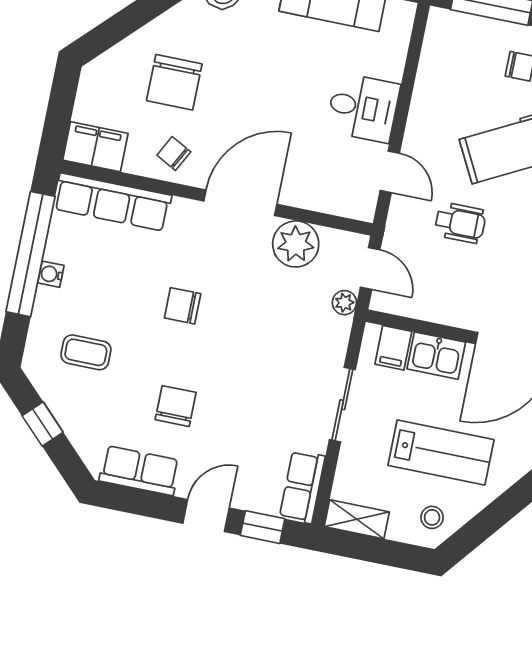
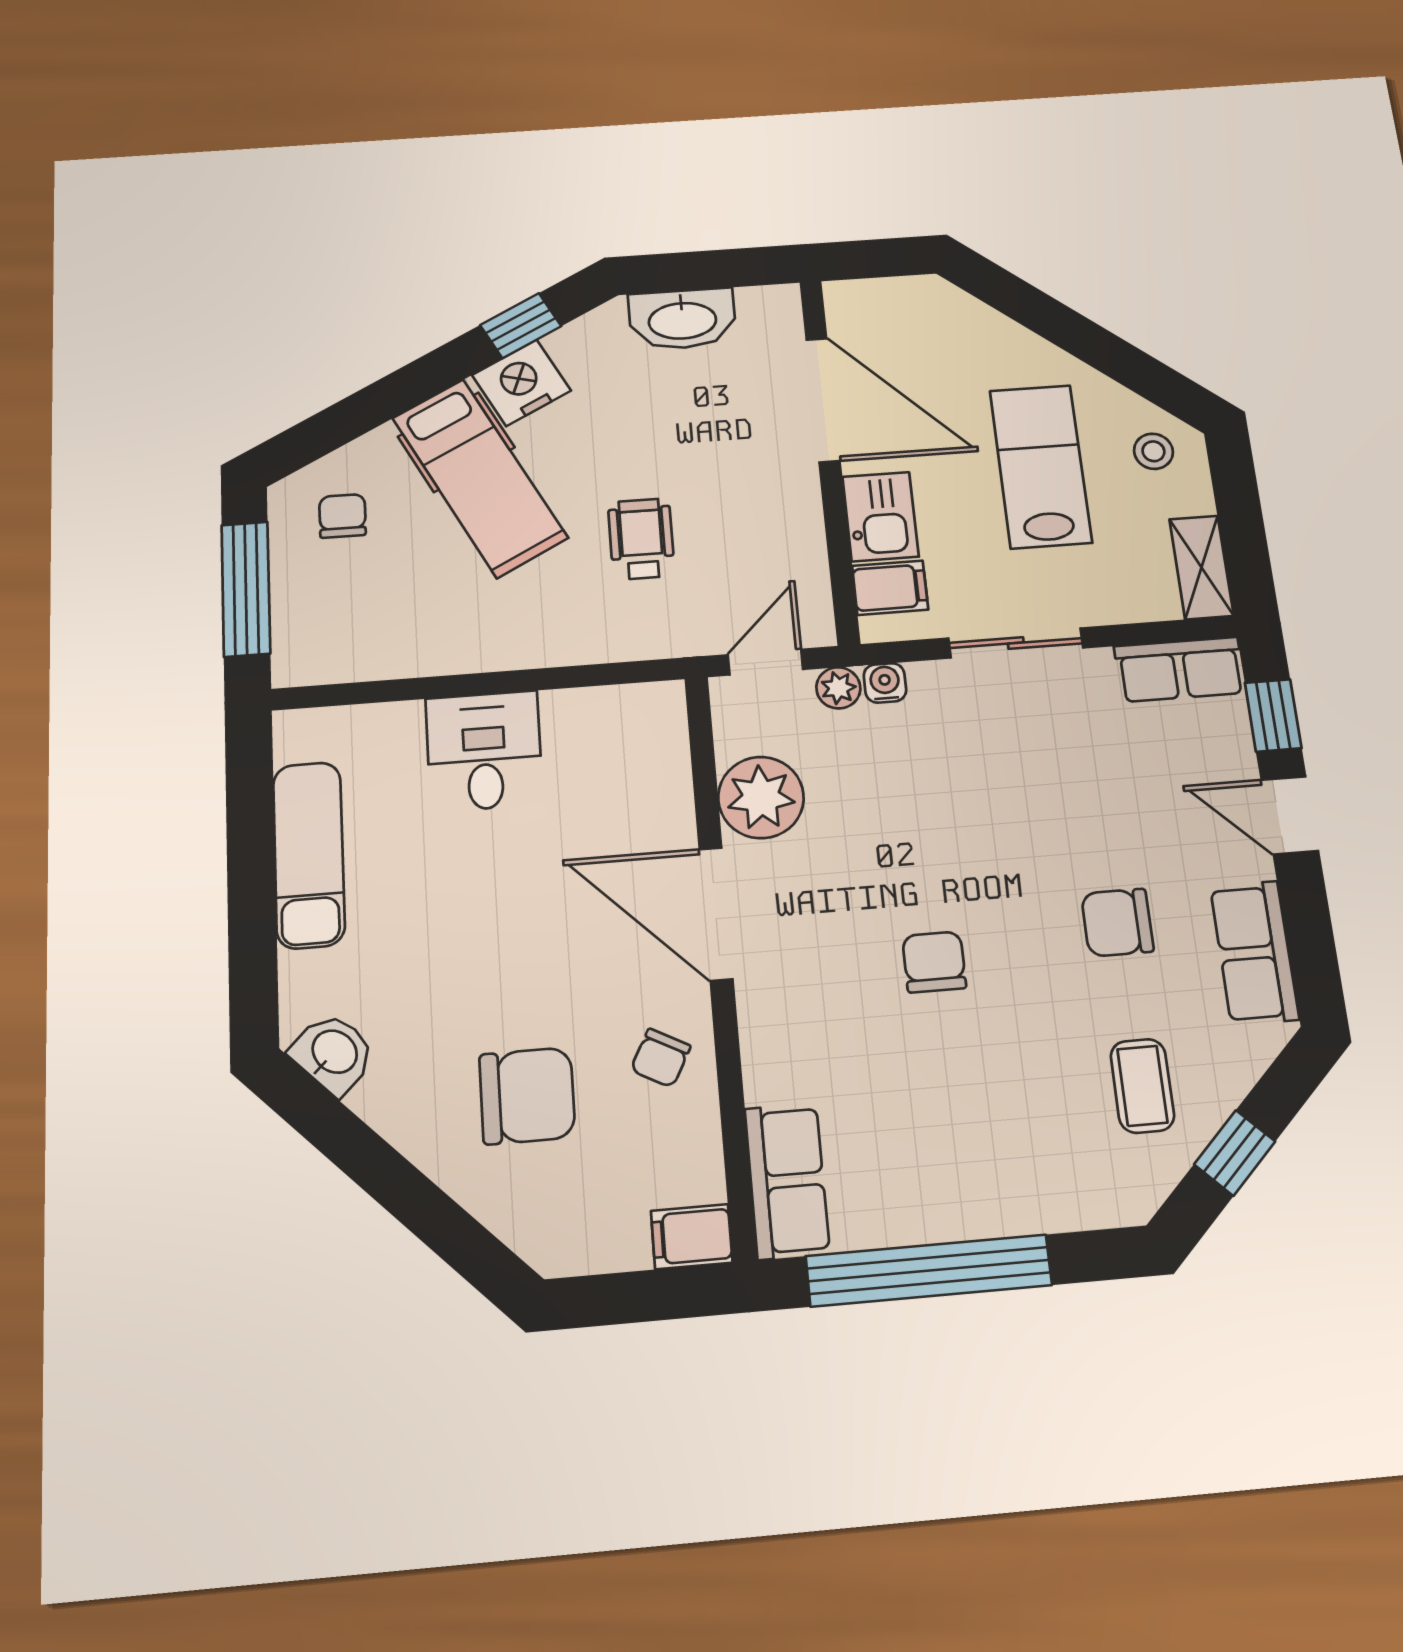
filing cabinet: (95, 147) -> (692, 1237), width x0.50
door: (390, 172) -> (586, 676), removed
row of seats: (112, 202) -> (787, 1181), width x0.68
water cooler: (51, 274) -> (885, 683), moved, turned 180
chair: (183, 306) -> (934, 962), turned 180
coffee table: (86, 352) -> (1142, 1086), moved

